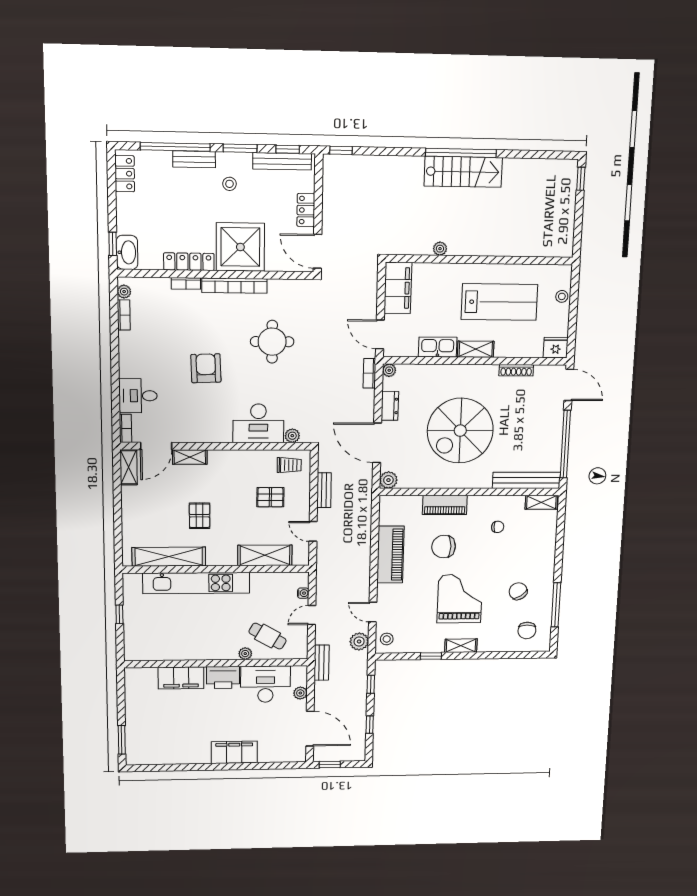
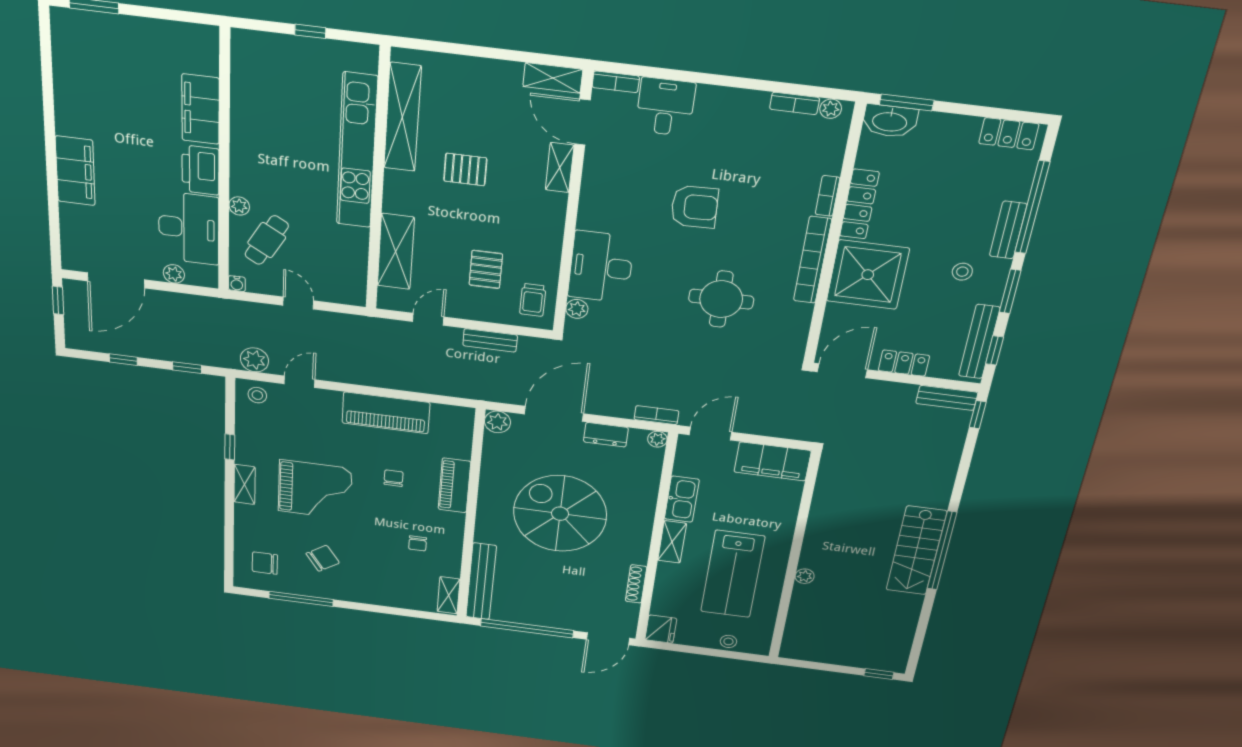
window: (113, 244) -> (907, 103), width x1.50
plant: (440, 249) -> (805, 576), moved
chair: (444, 547) -> (394, 478), width x0.54, depth x0.54
water cooler: (303, 593) -> (237, 284), moved
bench: (322, 663) -> (947, 398), moved

